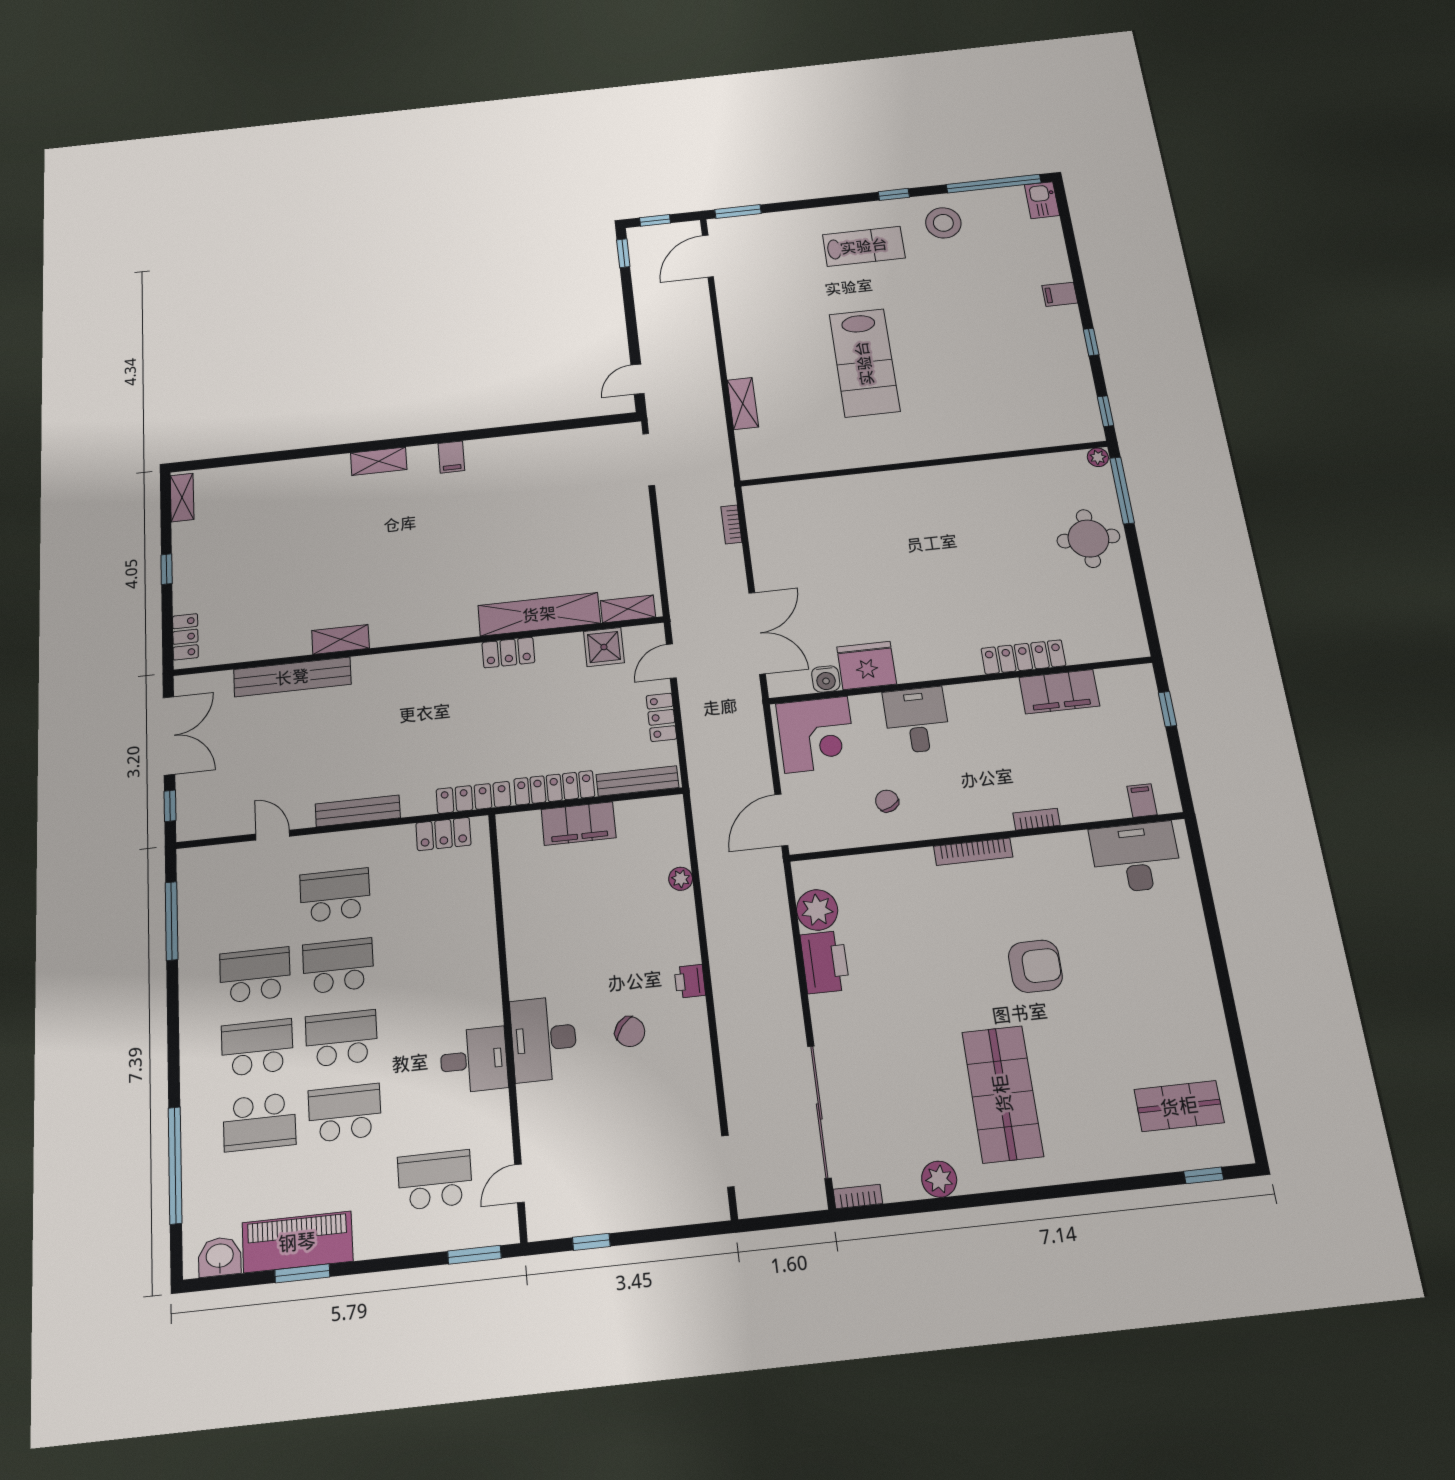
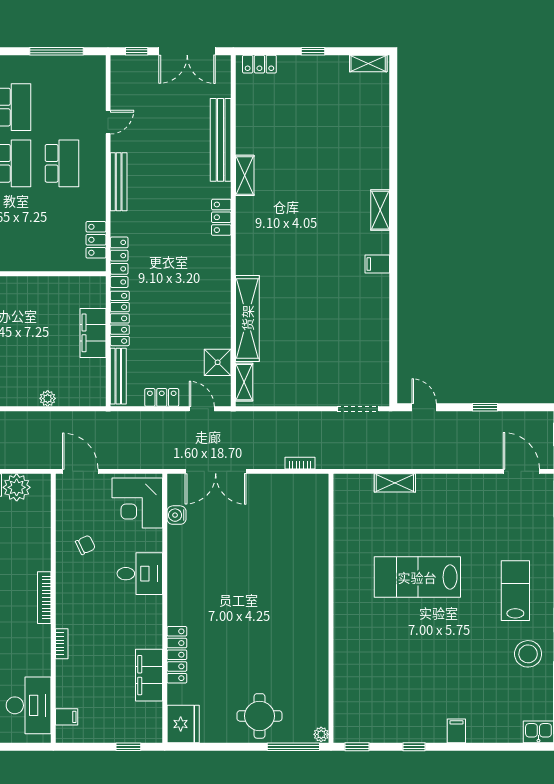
lab bench: (864, 246) -> (515, 591), turned 180
window: (623, 253) -> (485, 407), moved
locker: (508, 653) -> (221, 217), moved
fridge: (867, 665) -> (183, 724), moved

